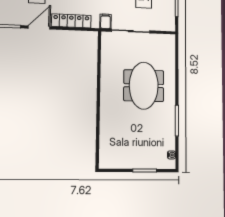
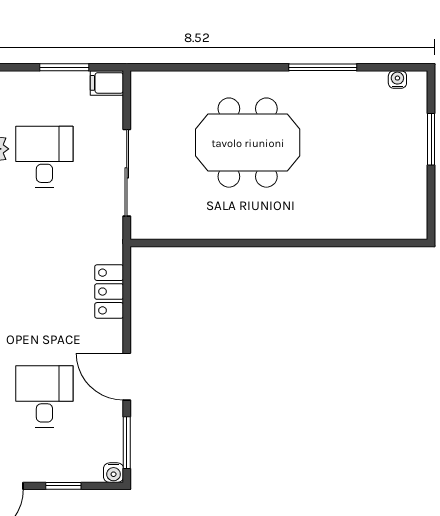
locker: (71, 21) -> (109, 292), width x0.66
filing cabinet: (105, 21) -> (107, 83), moved

